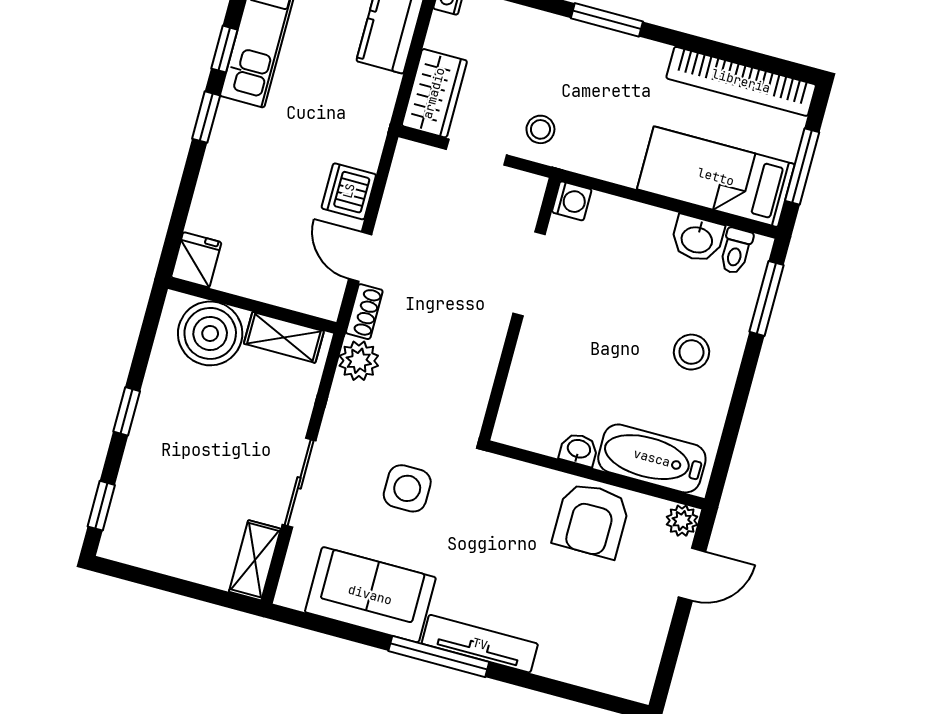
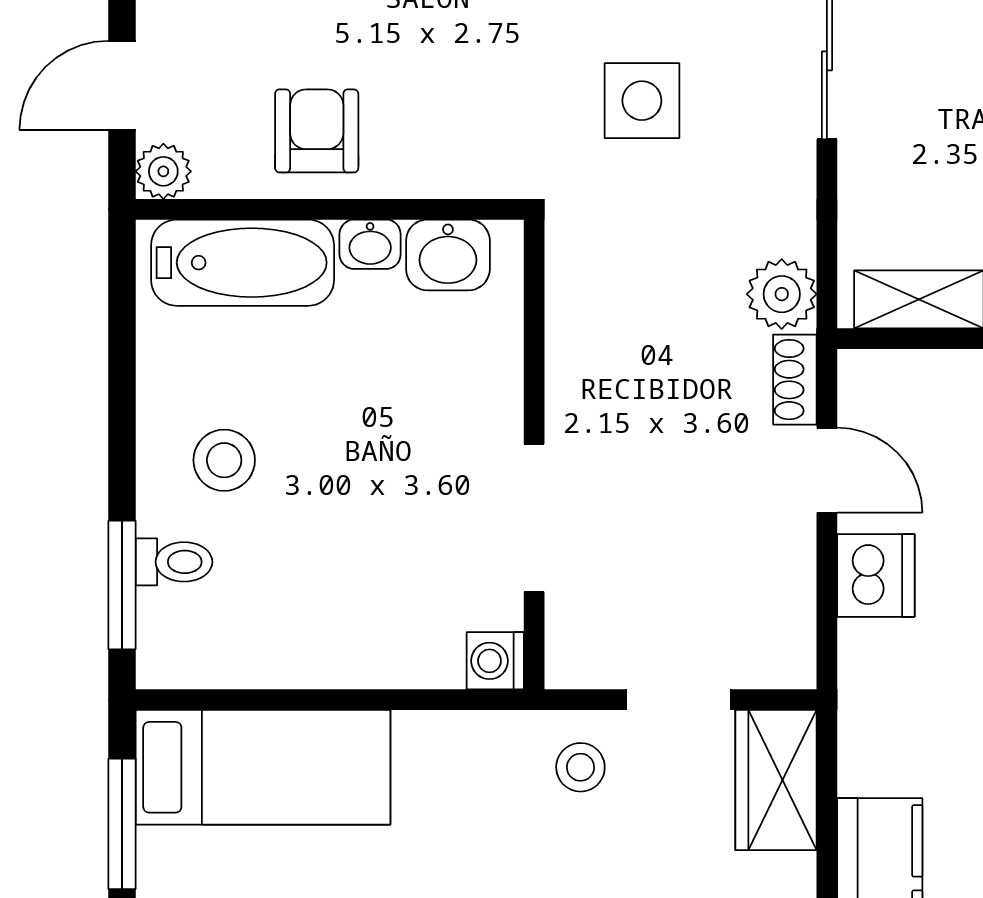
washbasin: (697, 239) -> (448, 255), moved, turned 180
toilet: (736, 251) -> (174, 562), moved, turned 90
armchair: (591, 520) -> (317, 131), width x0.72, depth x0.72

